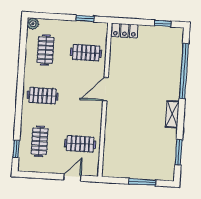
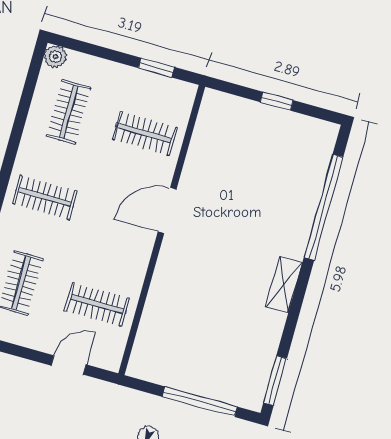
window: (163, 23) -> (277, 101), moved
locker: (125, 31) -> (227, 107), removed
window: (179, 152) -> (275, 381), moved
window: (142, 182) -> (200, 402), width x1.44

